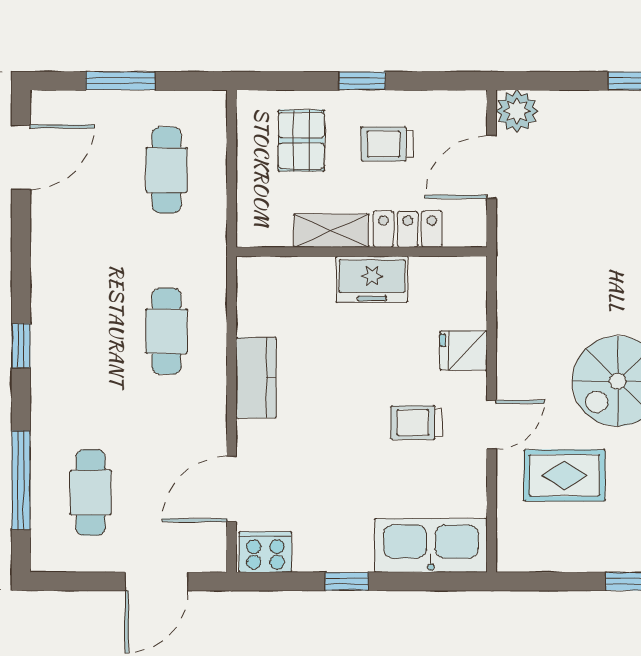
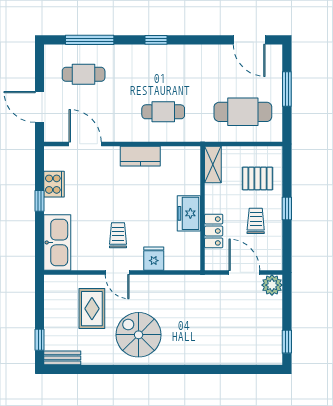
cafe table: (167, 170) -> (243, 112), width x1.37, depth x1.35
shelving: (331, 231) -> (213, 165), moved
cooker: (265, 552) -> (54, 184), moved

